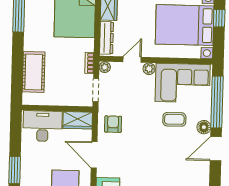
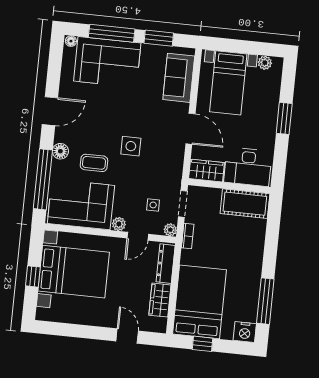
cot: (34, 72) -> (245, 204), moved, turned 90
side table: (121, 87) -> (153, 205), added
armchair: (113, 124) -> (166, 163), removed
side table: (144, 136) -> (131, 146), added
door: (216, 149) -> (50, 111), moved

